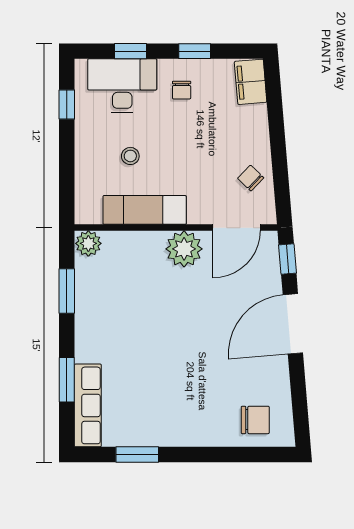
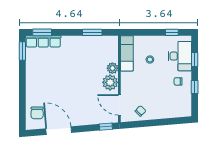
filing cabinet: (251, 82) -> (182, 111), removed
exam couch: (145, 210) -> (127, 53), moved
plant: (88, 243) -> (112, 68), moved
door: (293, 324) -> (59, 131), moved
window: (67, 380) -> (42, 32), moved
window: (137, 454) -> (22, 51), moved

